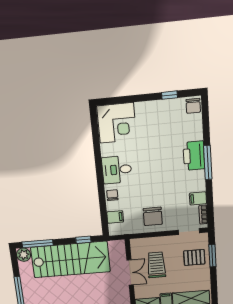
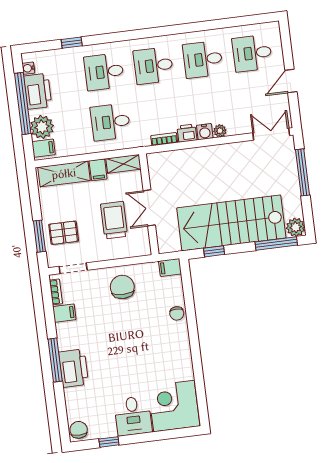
desk: (117, 170) -> (133, 416), moved, turned 90
filing cabinet: (115, 217) -> (170, 267), moved
trolley: (156, 265) -> (114, 220), turned 180

